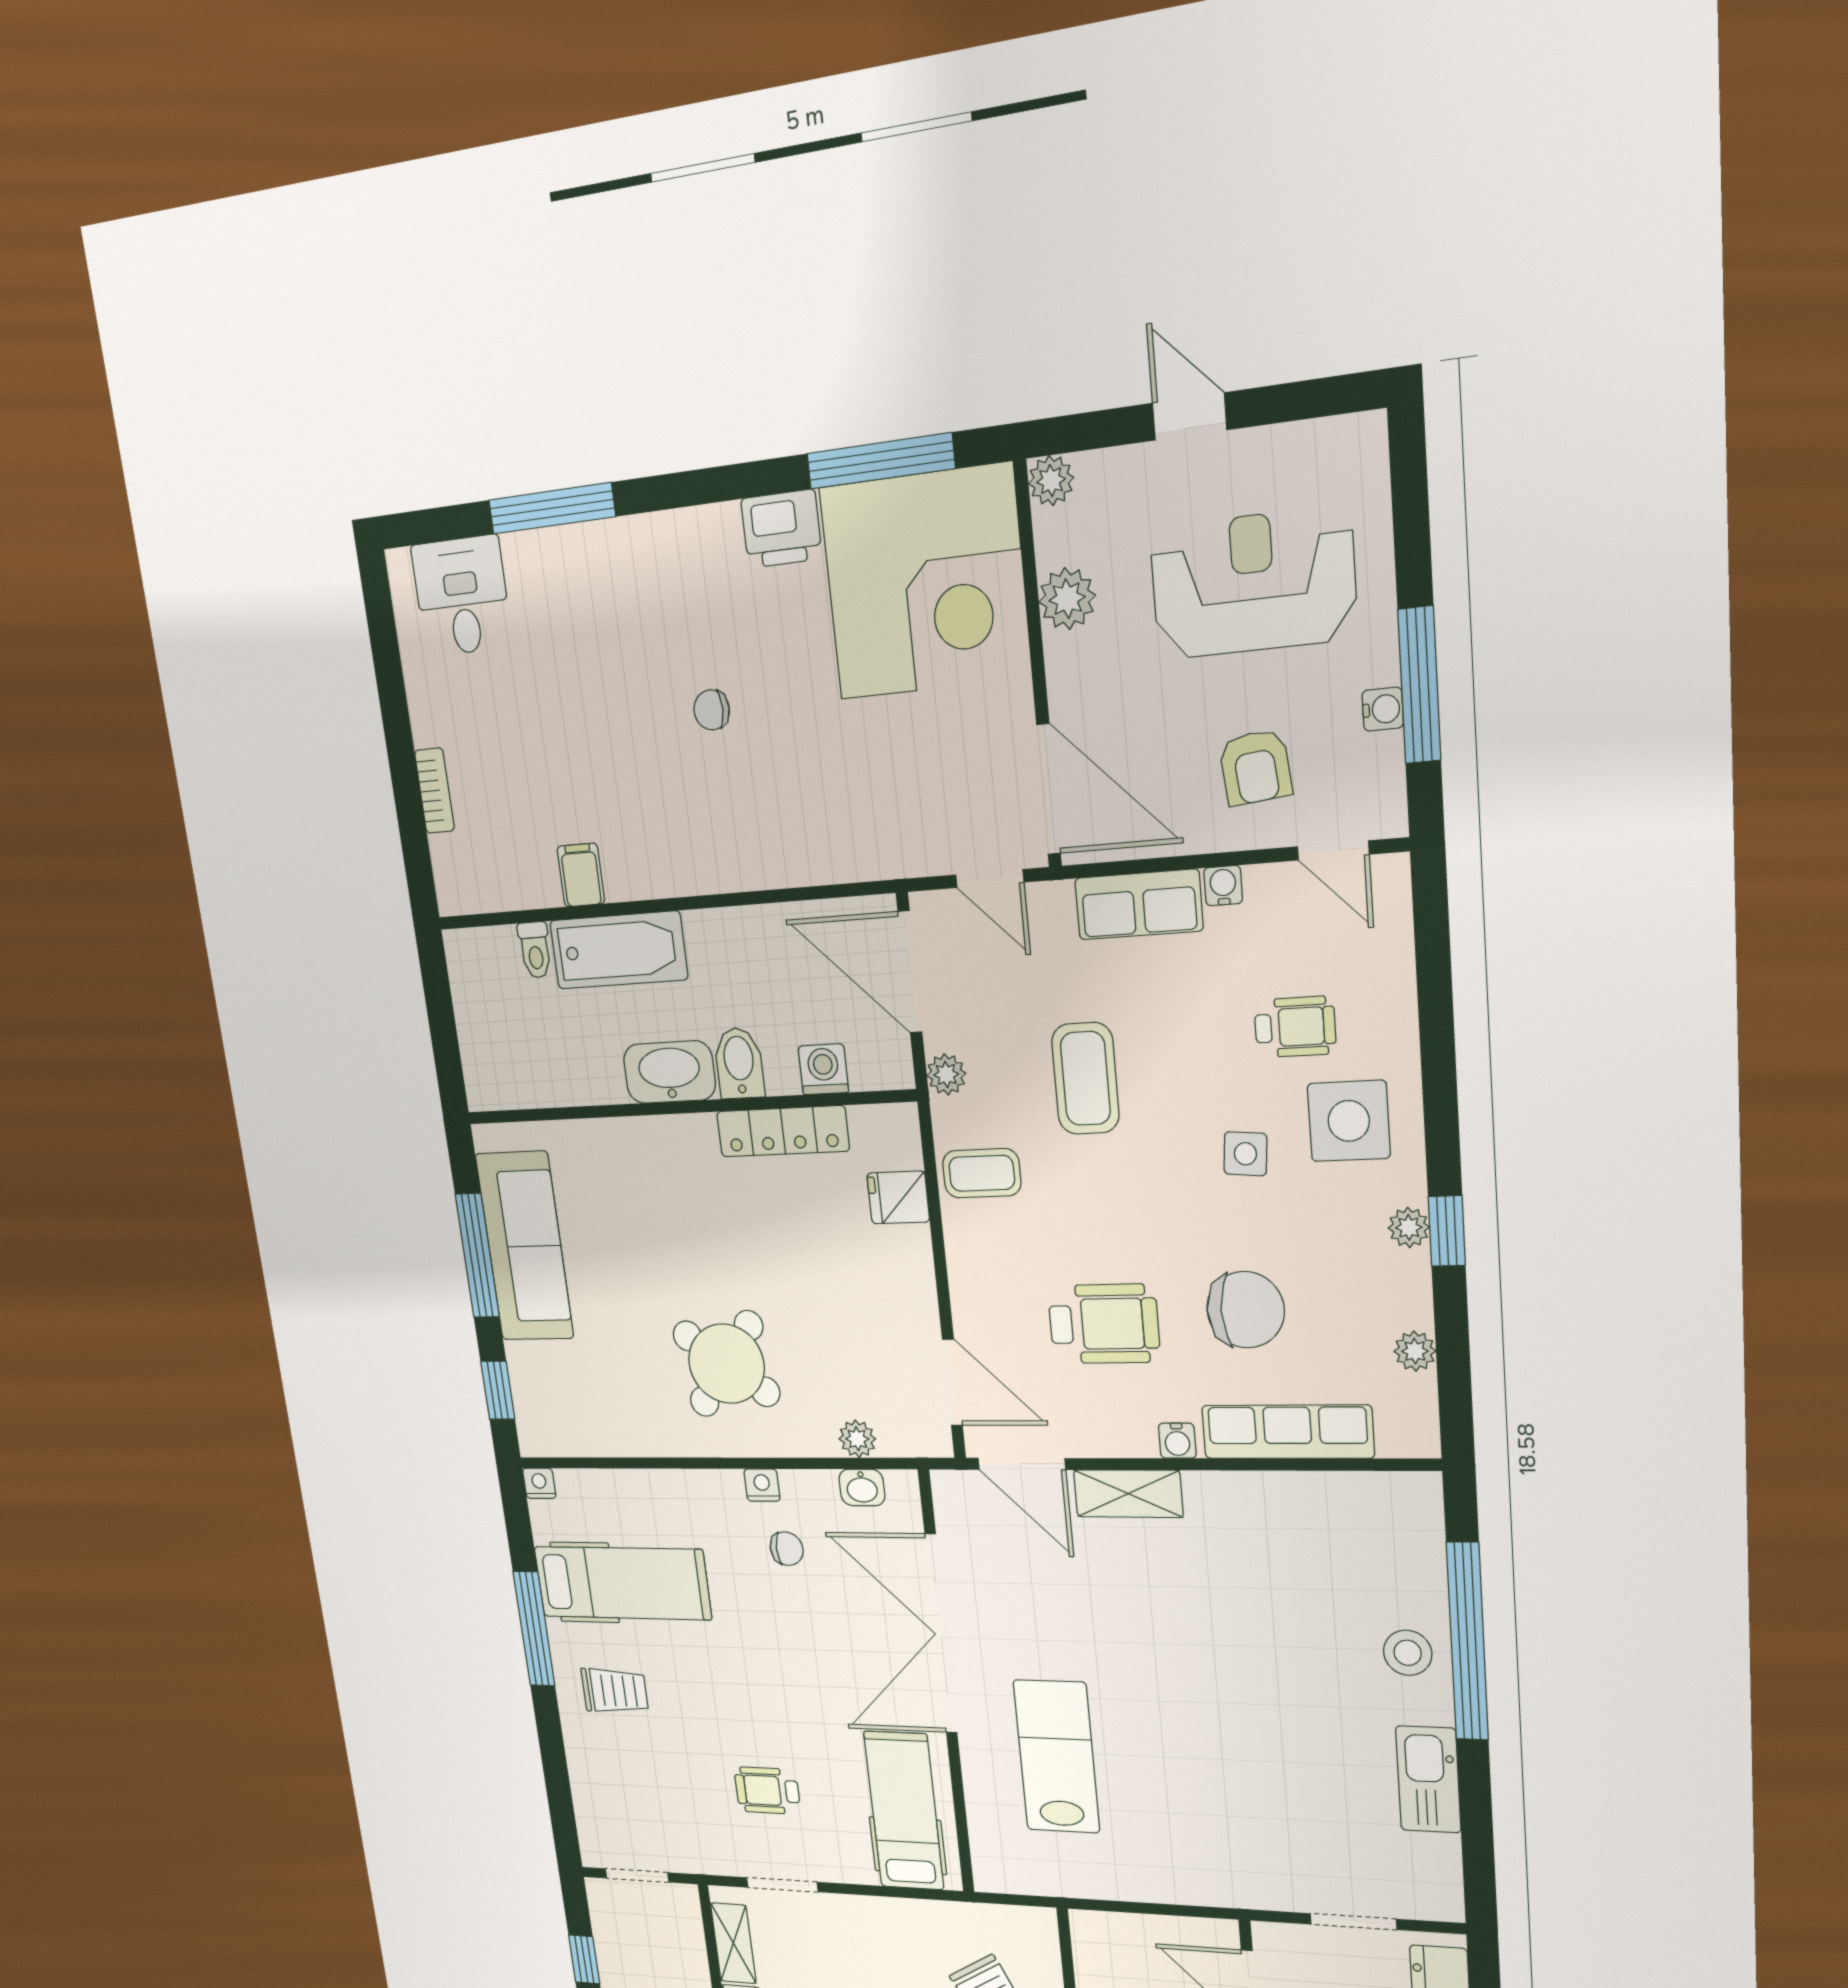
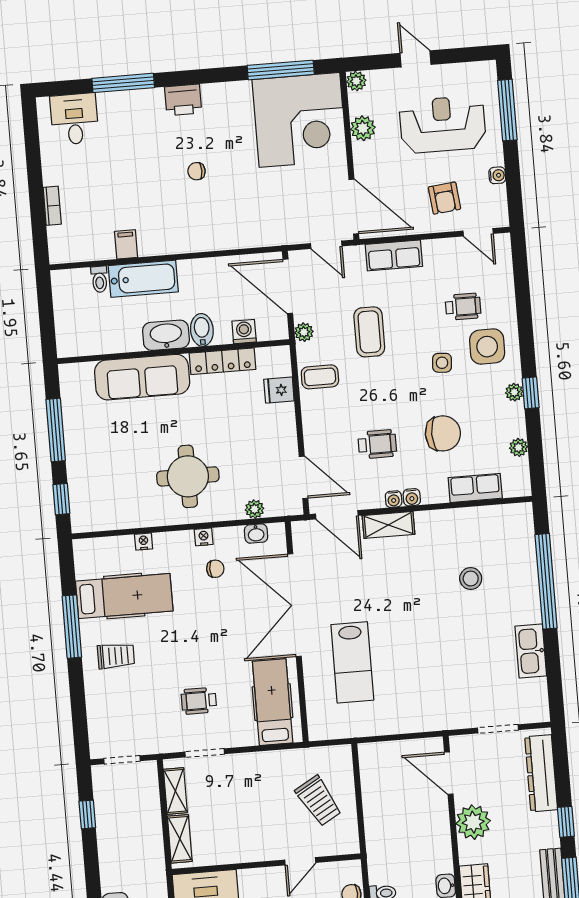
printer: (781, 529) -> (183, 100), moved
window: (1419, 685) -> (507, 110), moved
water cooler: (1223, 886) -> (394, 499), moved, turned 180
sofa: (525, 1246) -> (142, 377), moved, turned 90
wheelchair: (1104, 1324) -> (377, 444), width x0.73, depth x0.73
round table: (726, 1364) -> (188, 476), turned -37
row of seats: (1288, 1432) -> (475, 488), width x0.68
nightstand: (539, 1483) -> (144, 542), moved
stool: (1408, 1653) -> (471, 579), moved
lab bench: (1057, 1757) -> (352, 662), turned 180

